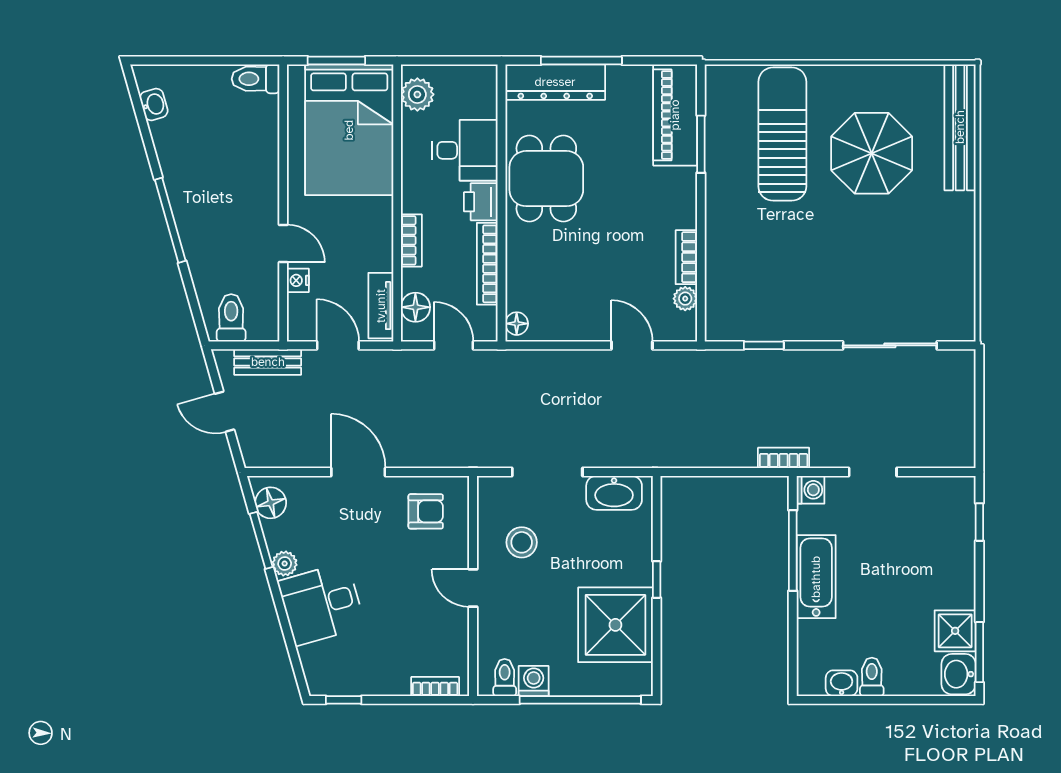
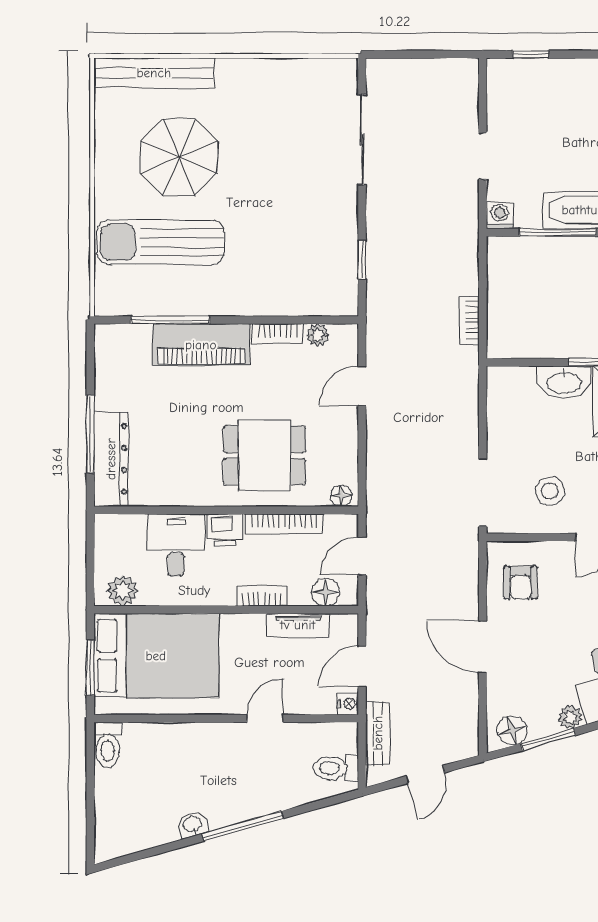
washbasin: (154, 104) -> (193, 825), moved
piano: (675, 115) -> (201, 345), moved
window: (701, 144) -> (170, 320), width x1.44
dining table: (546, 179) -> (264, 455), moved
nightstand: (298, 280) -> (348, 704), moved, turned -90
tv unit: (381, 306) -> (298, 625), moved
bookcase: (784, 458) -> (469, 320), moved
door: (358, 472) -> (483, 647), hinge flipped
doorway: (547, 472) -> (483, 493), moved
washbasin: (614, 493) -> (564, 382), moved, turned 90
armchair: (426, 511) -> (520, 583), turned 180

